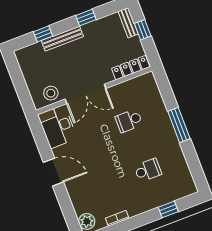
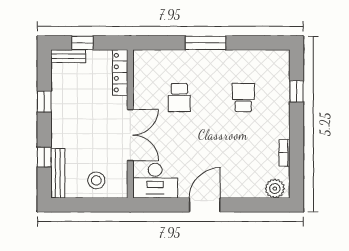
bench: (62, 39) -> (58, 173), moved
stool: (51, 93) -> (96, 180), moved

